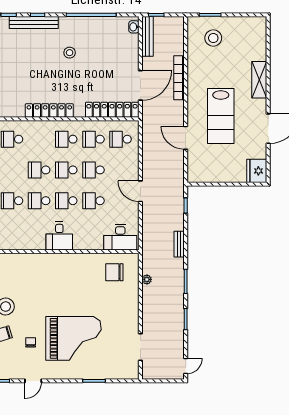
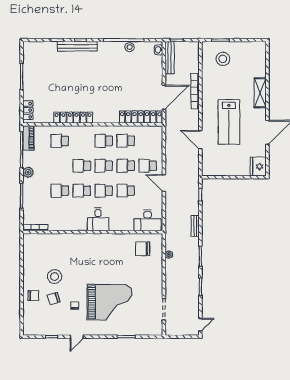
stool: (70, 53) -> (130, 47), moved
locker: (49, 110) -> (73, 118), moved
school desk: (121, 139) -> (148, 166), moved

